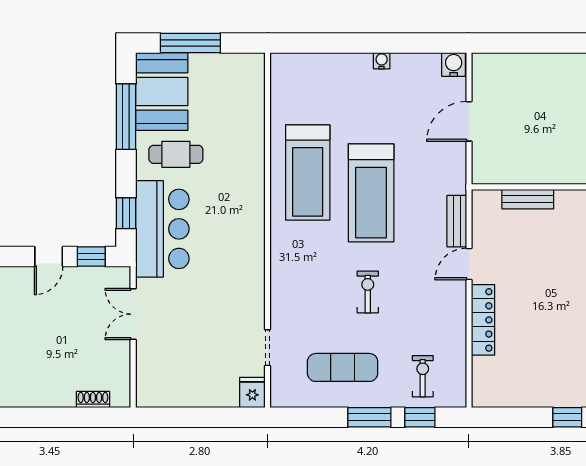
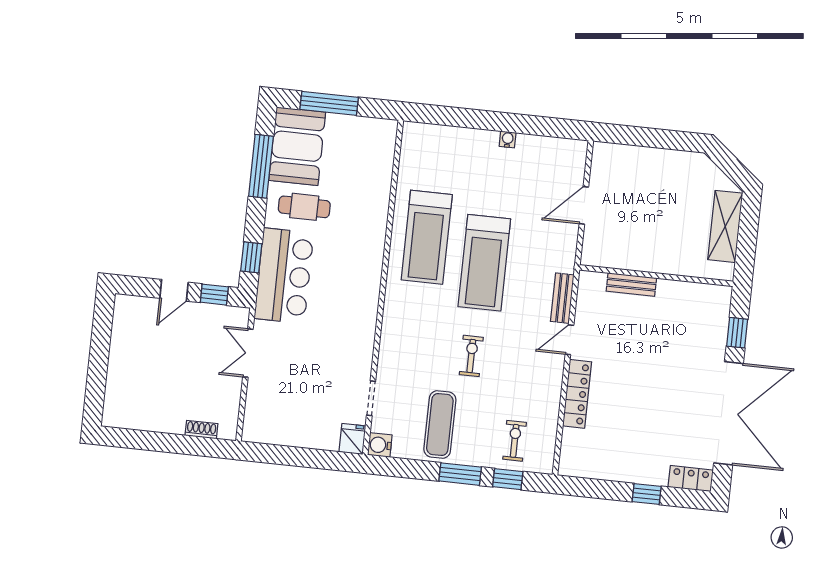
water cooler: (454, 64) -> (380, 445), moved, turned -90
exercise mat: (343, 367) -> (440, 425), turned 90

